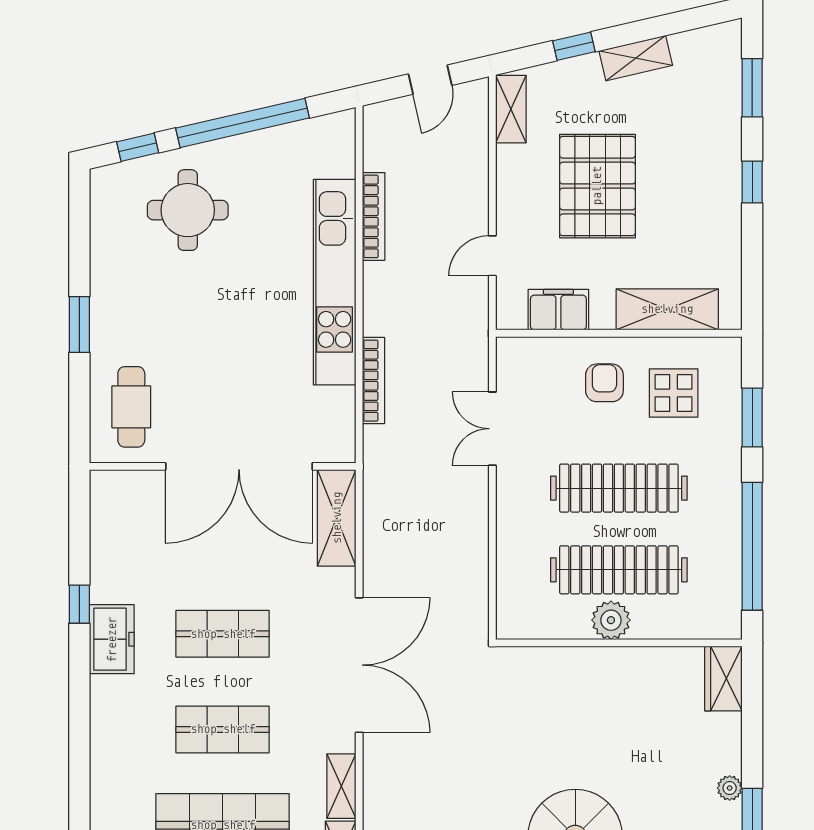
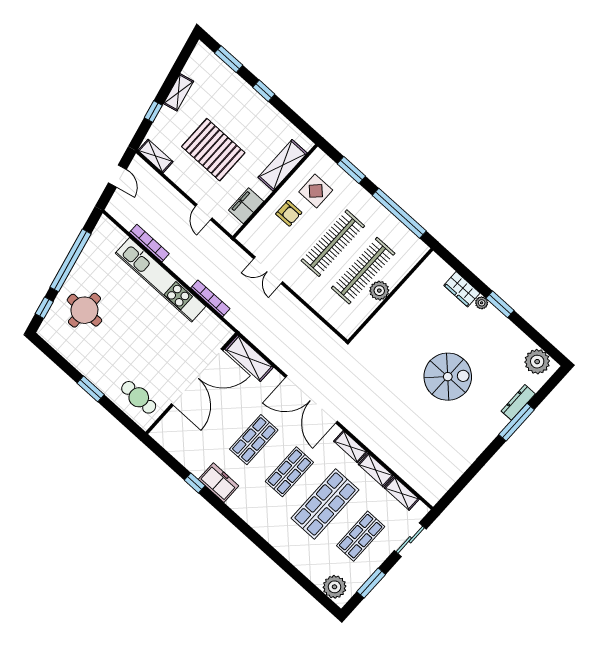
armchair: (604, 383) -> (289, 213), turned 180
double door: (359, 665) -> (311, 399), swing flipped
wardrobe: (723, 678) -> (462, 289), moved

